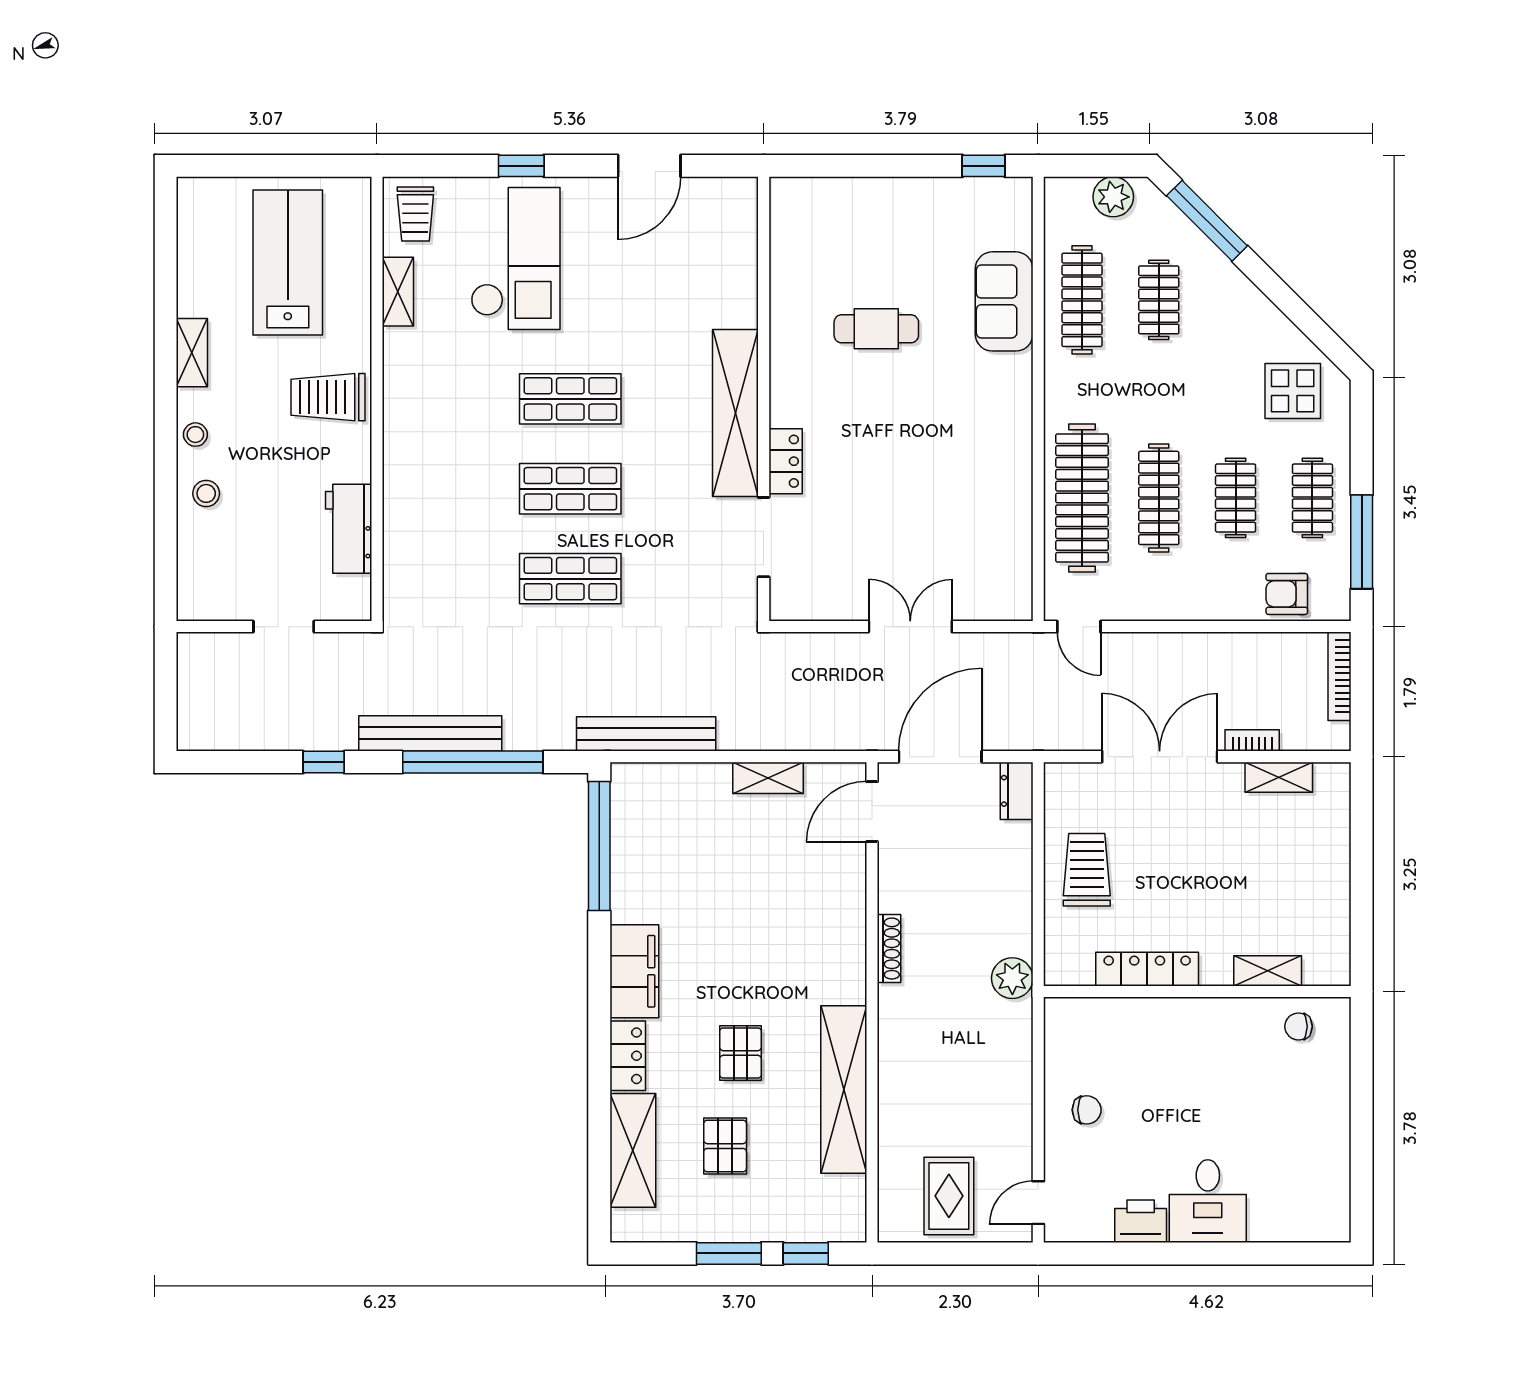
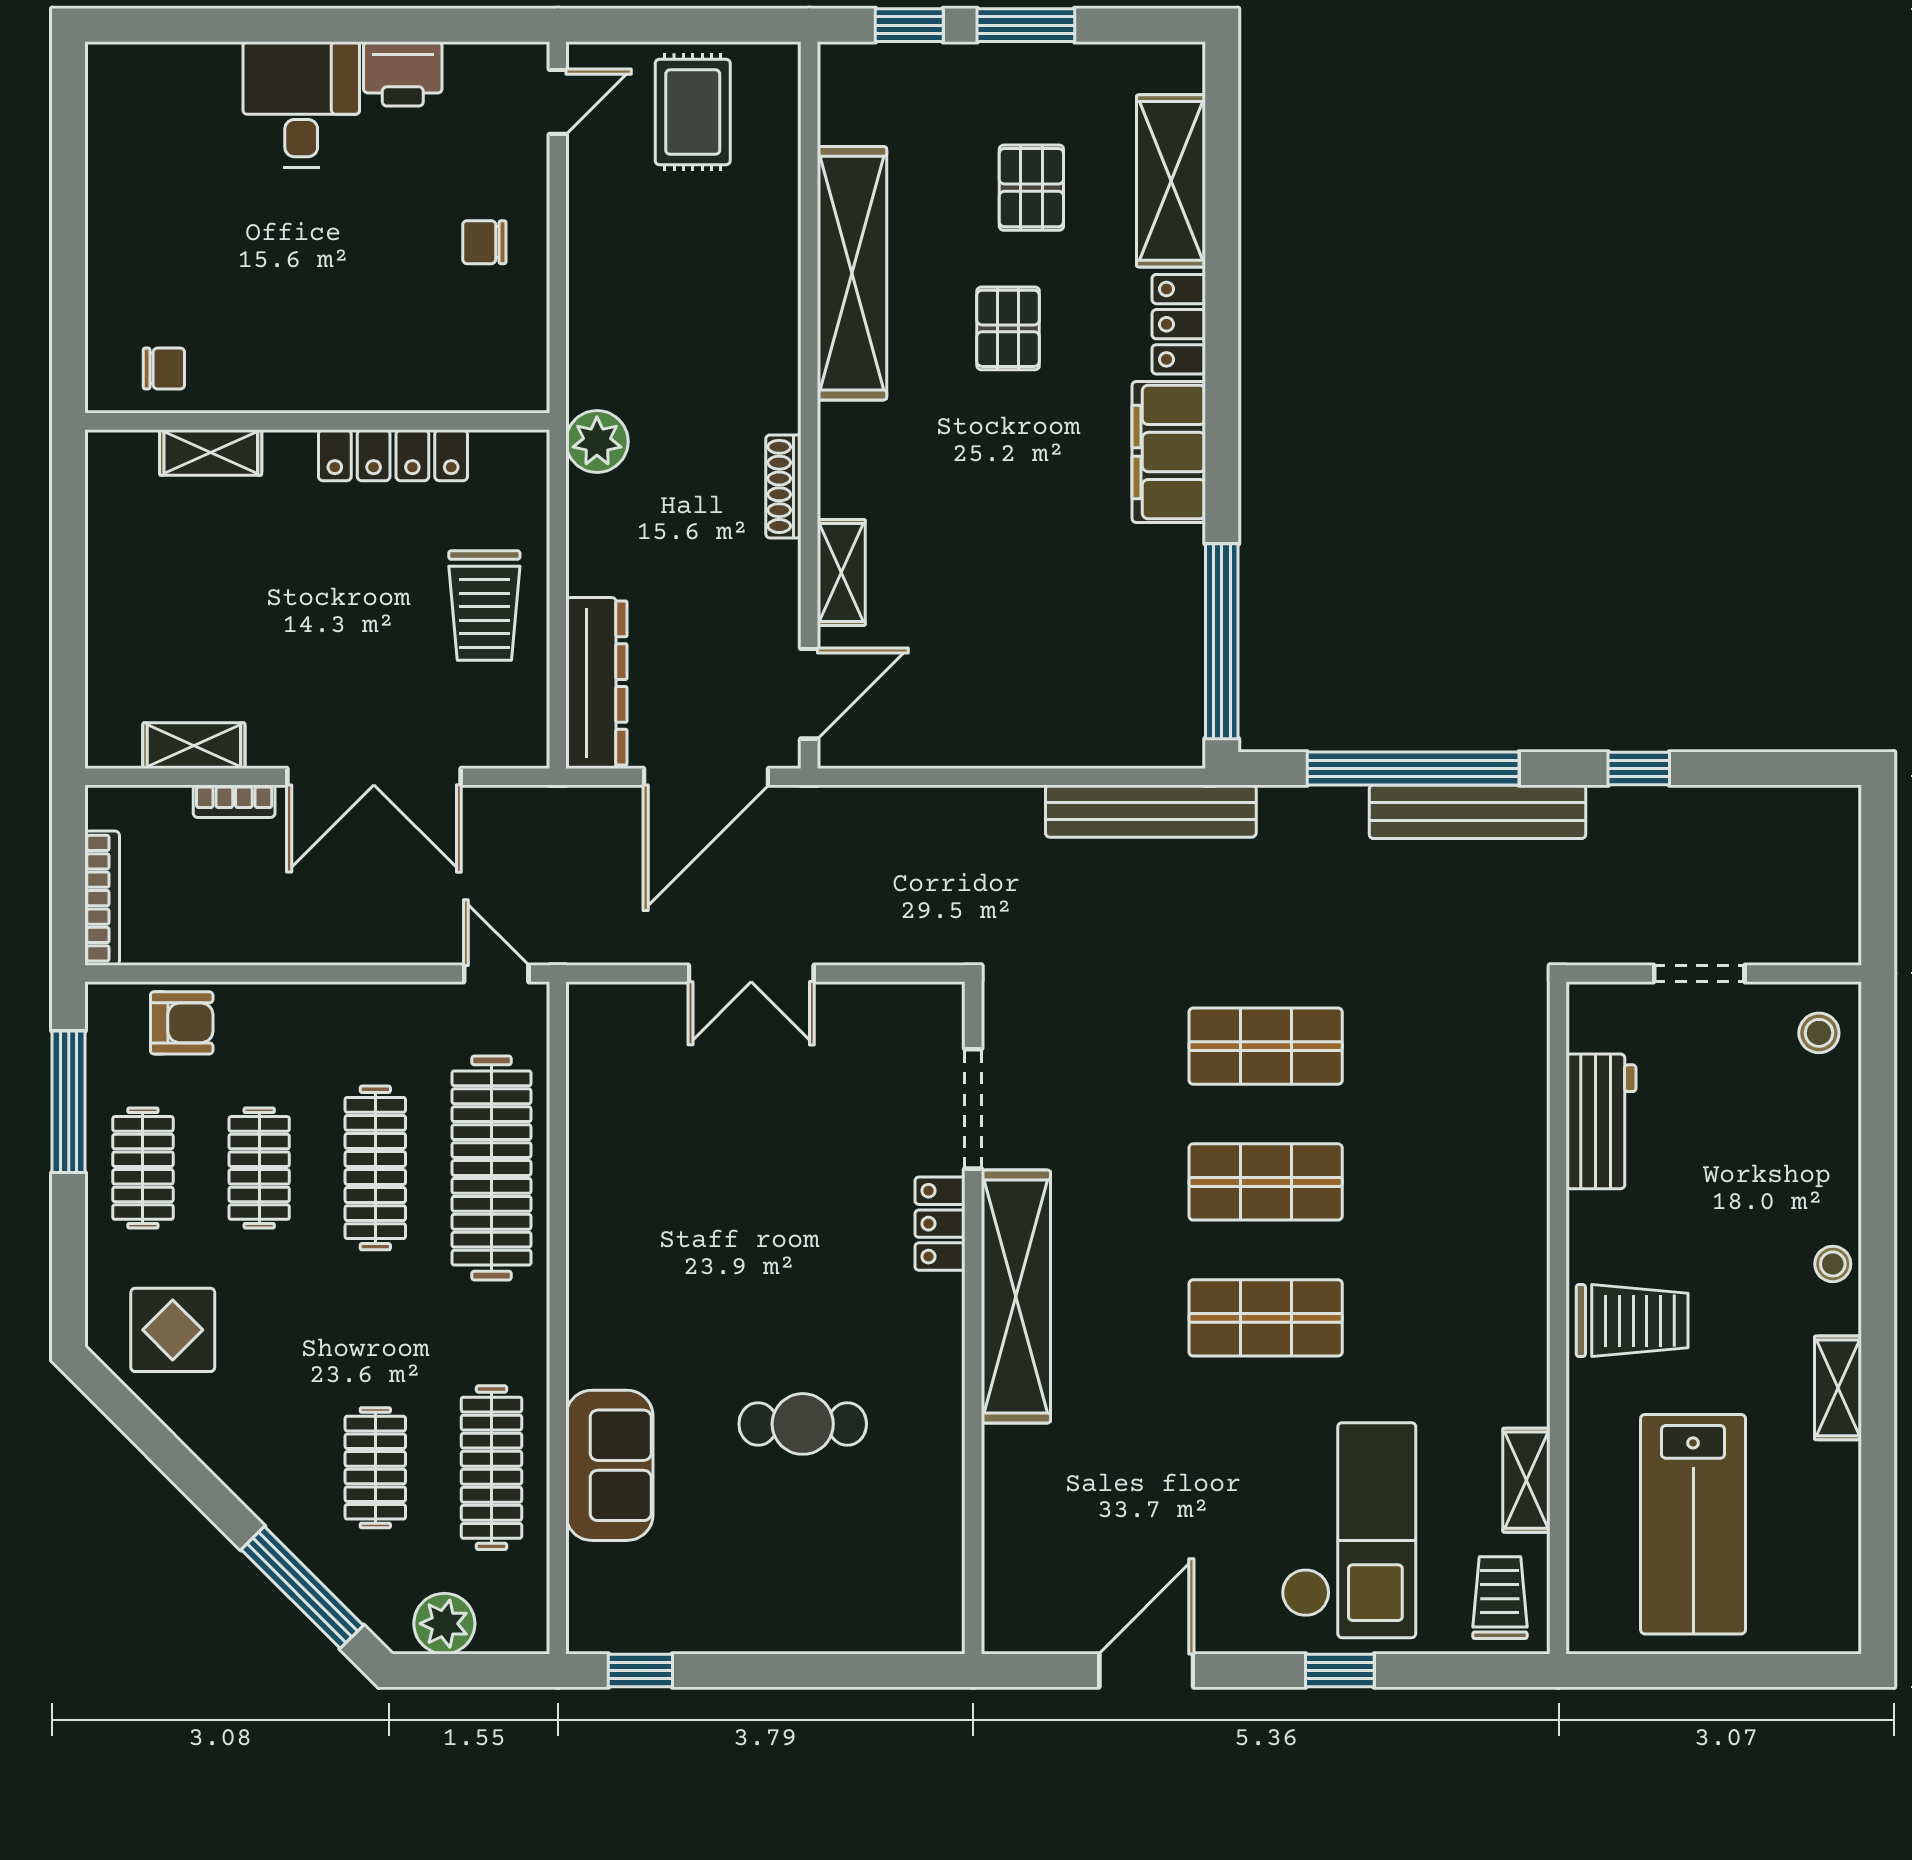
checkout: (515, 259) -> (1349, 1530), turned 180
stool: (206, 493) -> (1819, 1033), moved
shelving: (768, 778) -> (841, 572), moved, turned 90
dresser: (1017, 791) -> (596, 683), width x1.96, depth x1.24

